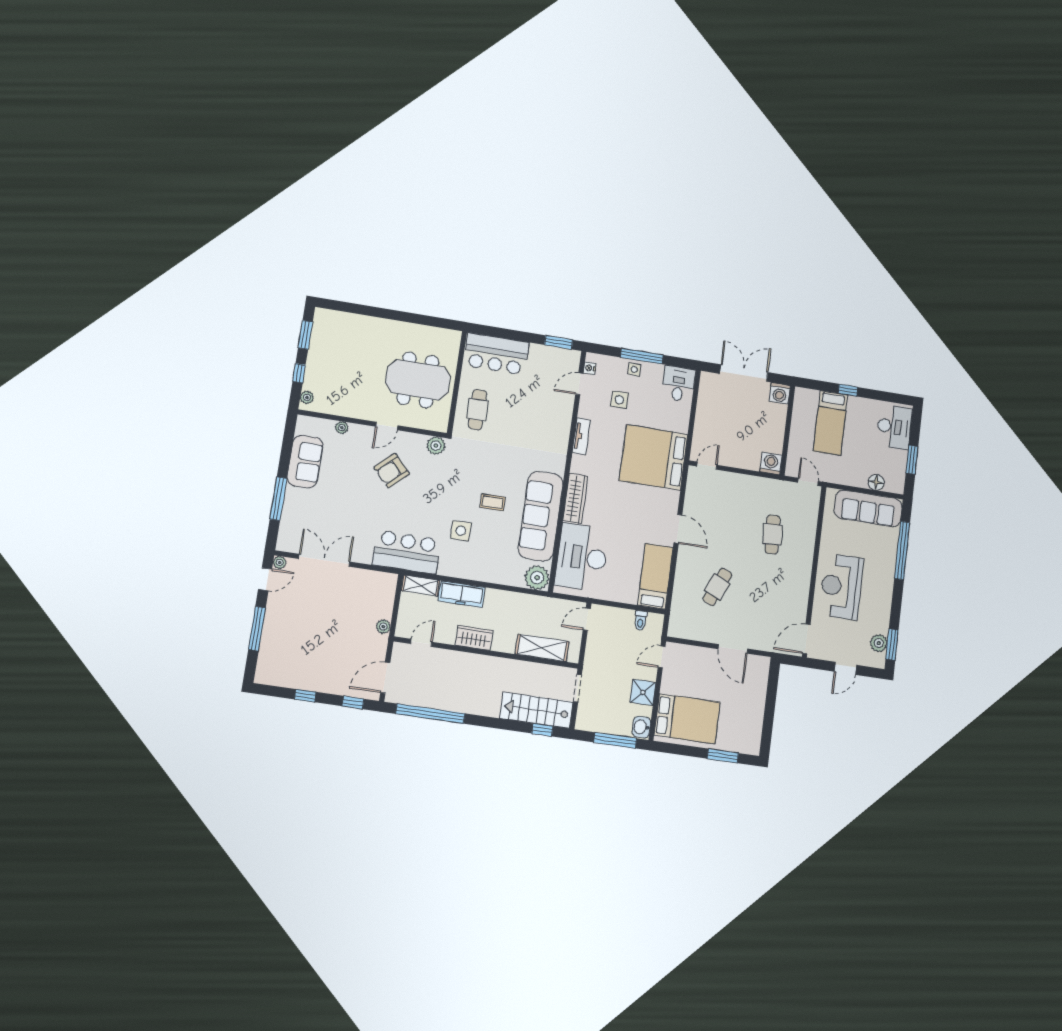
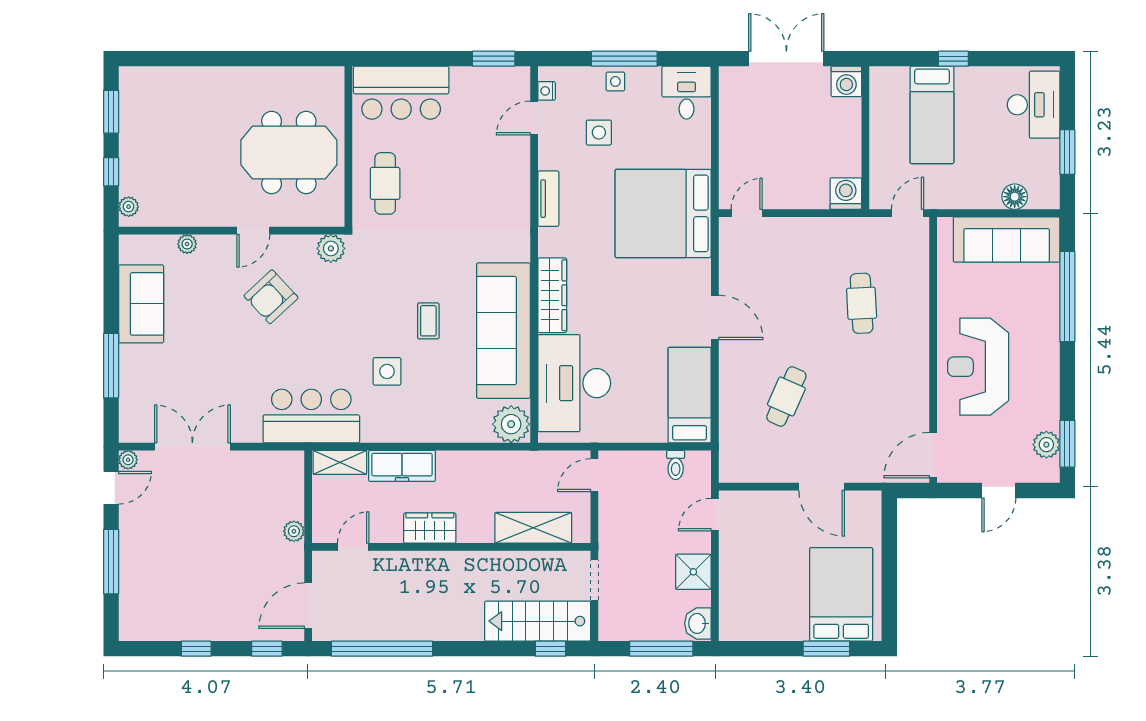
door: (808, 482) -> (908, 213), hinge flipped
coffee table: (493, 502) -> (428, 321), turned 90
bed: (687, 719) -> (841, 594), moved, turned -90

